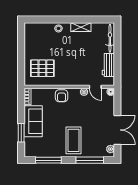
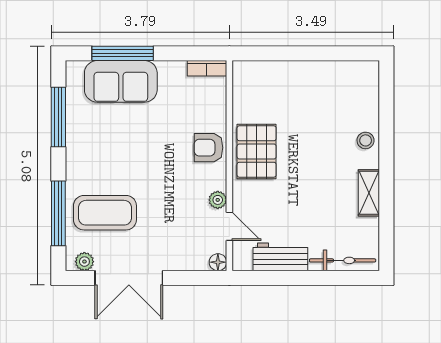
pallet: (42, 68) -> (257, 152), moved
door: (95, 87) -> (229, 226), swing flipped
sofa: (33, 121) -> (121, 81), moved
window: (21, 133) -> (123, 53), width x1.44
coffee table: (73, 140) -> (105, 213), moved

